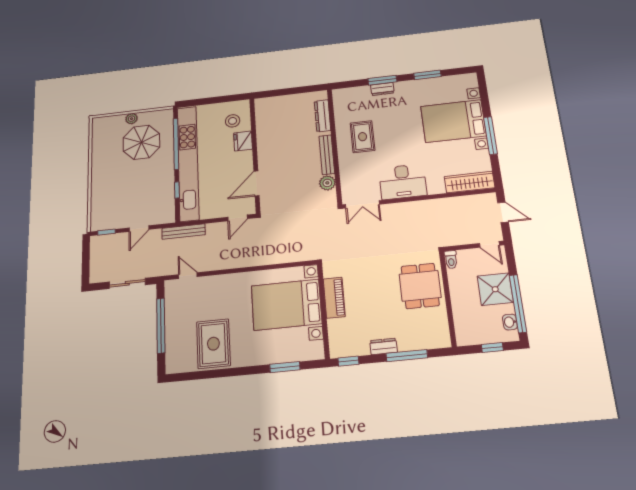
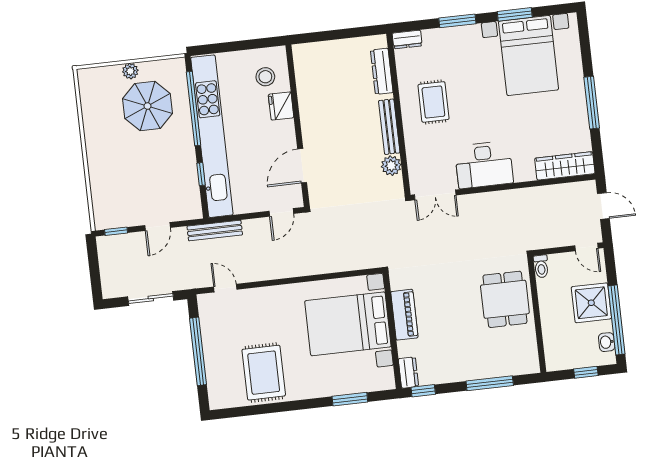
dresser: (382, 89) -> (407, 39), moved
bed with nightstands: (453, 121) -> (529, 55), moved, turned -90
dresser: (384, 346) -> (408, 373), moved, turned 90

